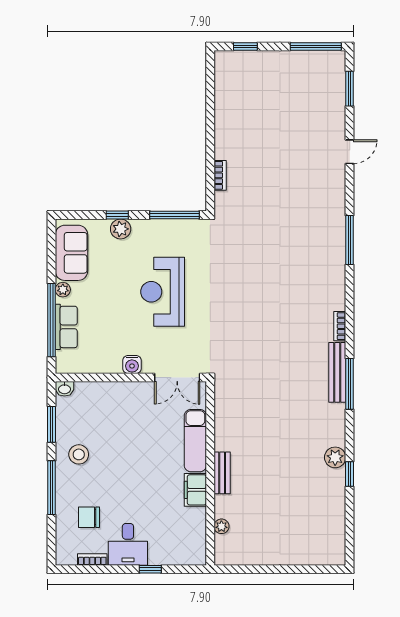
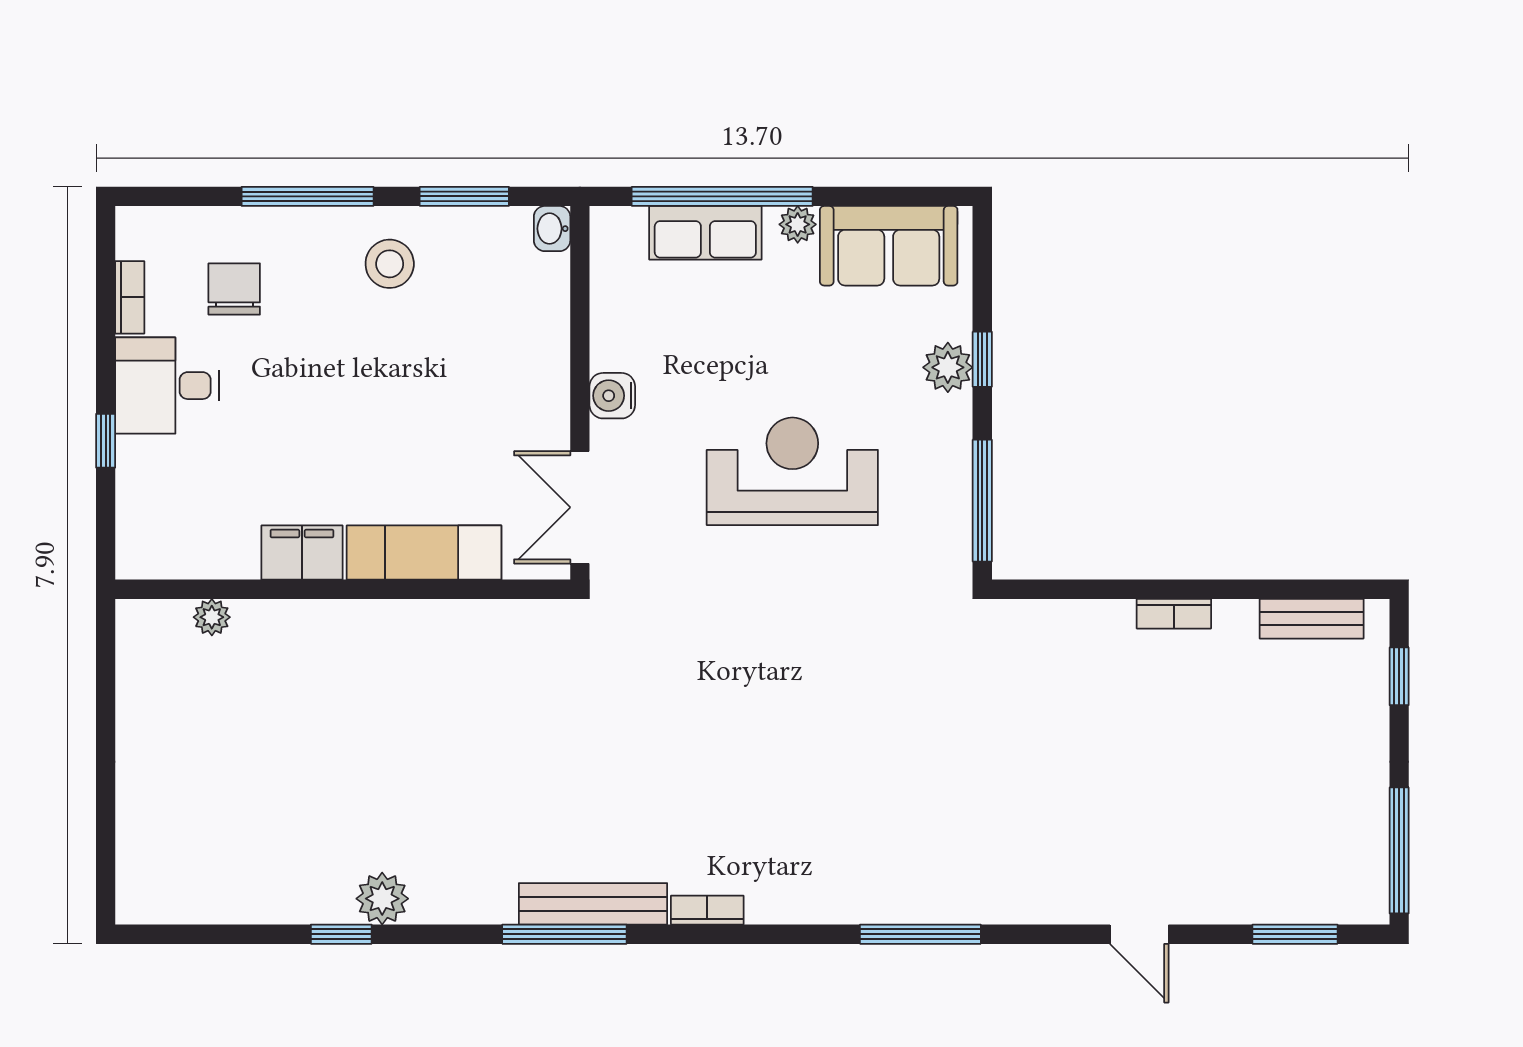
bookcase: (220, 175) -> (1174, 614), moved
bench: (222, 473) -> (1312, 619), moved

